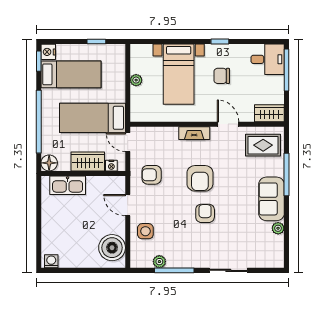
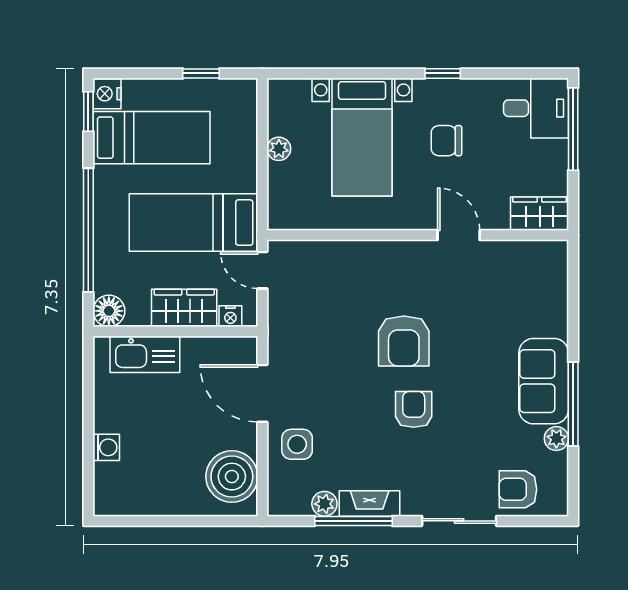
fireplace: (194, 133) -> (370, 503), moved, turned 180
rug: (263, 145) -> (527, 276), removed
armchair: (152, 175) -> (518, 489), moved
window: (287, 175) -> (573, 404), moved
door: (128, 205) -> (262, 393), width x1.38
washing machine: (51, 261) -> (106, 447), moved, turned 90

